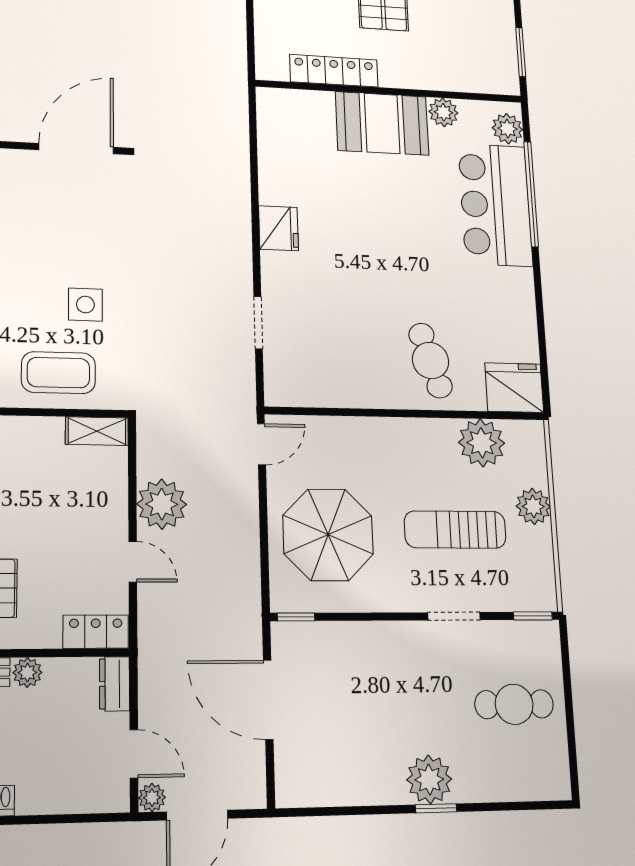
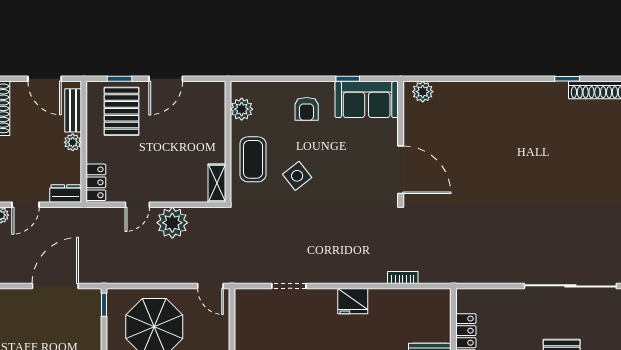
bookcase: (241, 154) -> (403, 277), added
side table: (85, 305) -> (297, 176), turned -38

